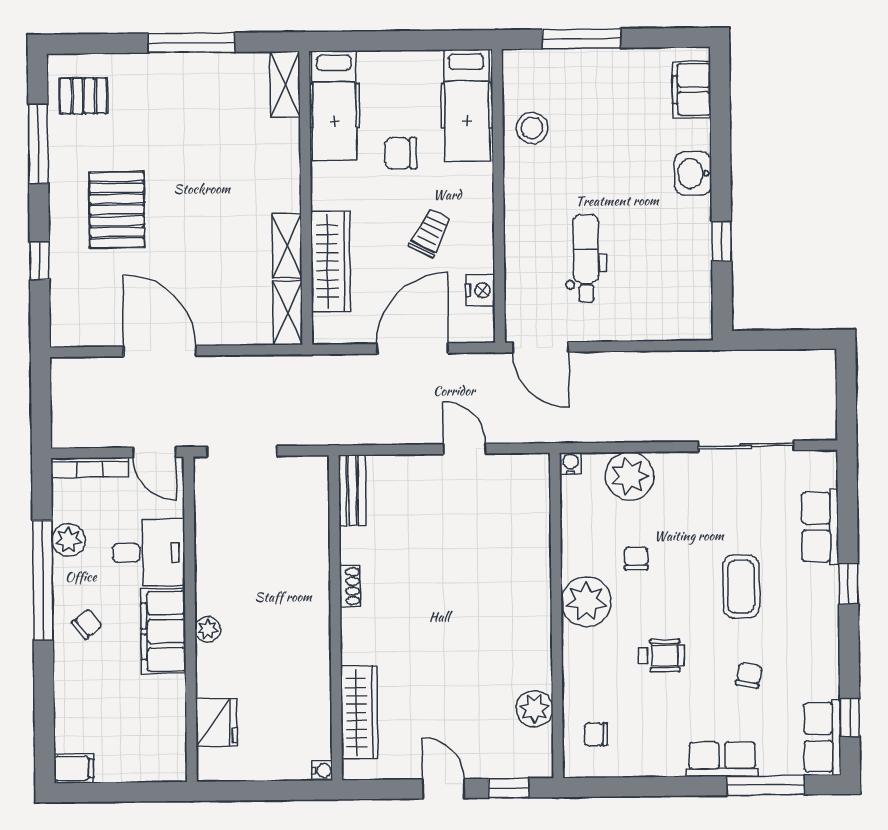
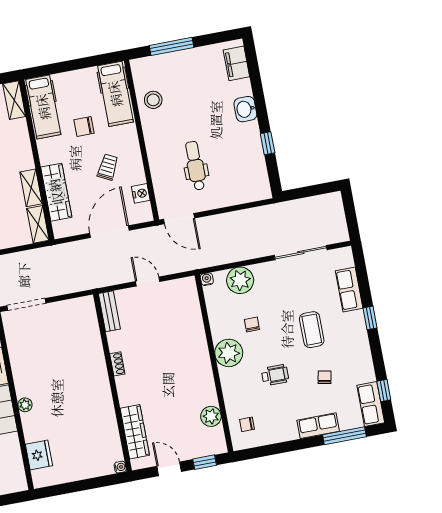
bench: (352, 490) -> (109, 311), moved
shoe rack: (350, 586) -> (117, 364), moved
wall: (335, 618) -> (112, 383), moved
wardrobe: (359, 712) -> (135, 432), moved
water cooler: (322, 771) -> (120, 467), moved

